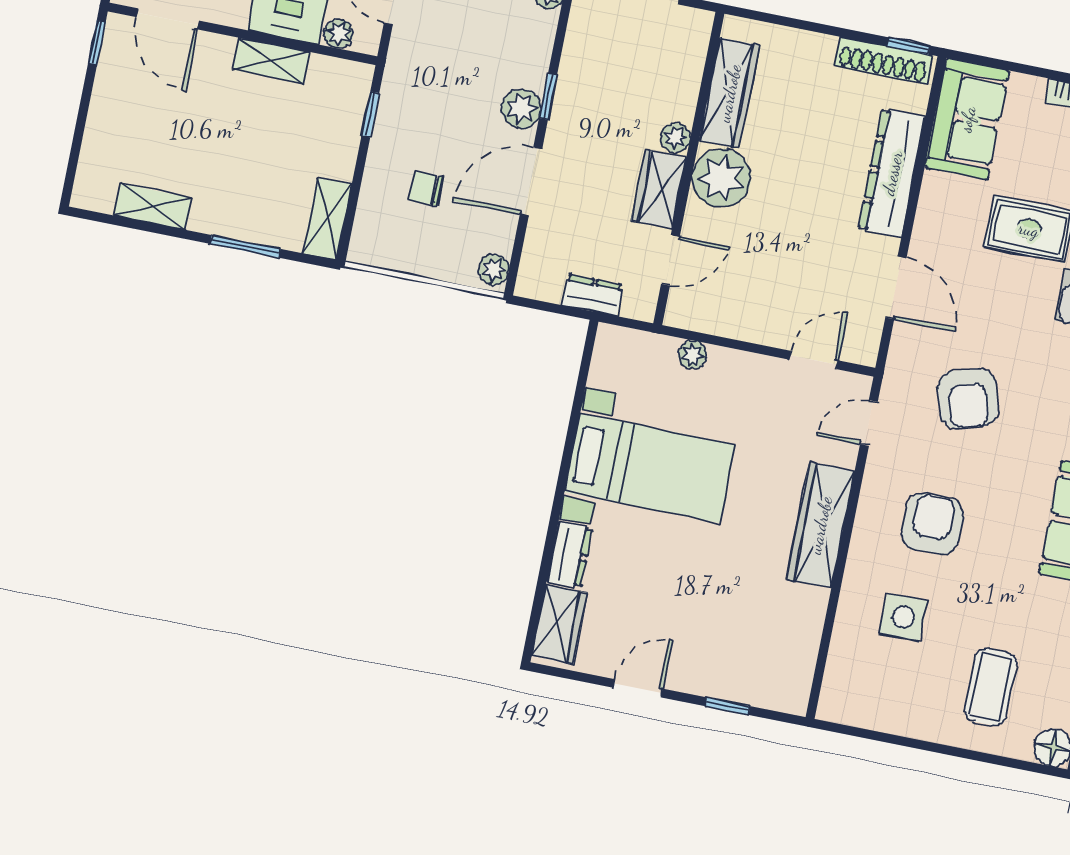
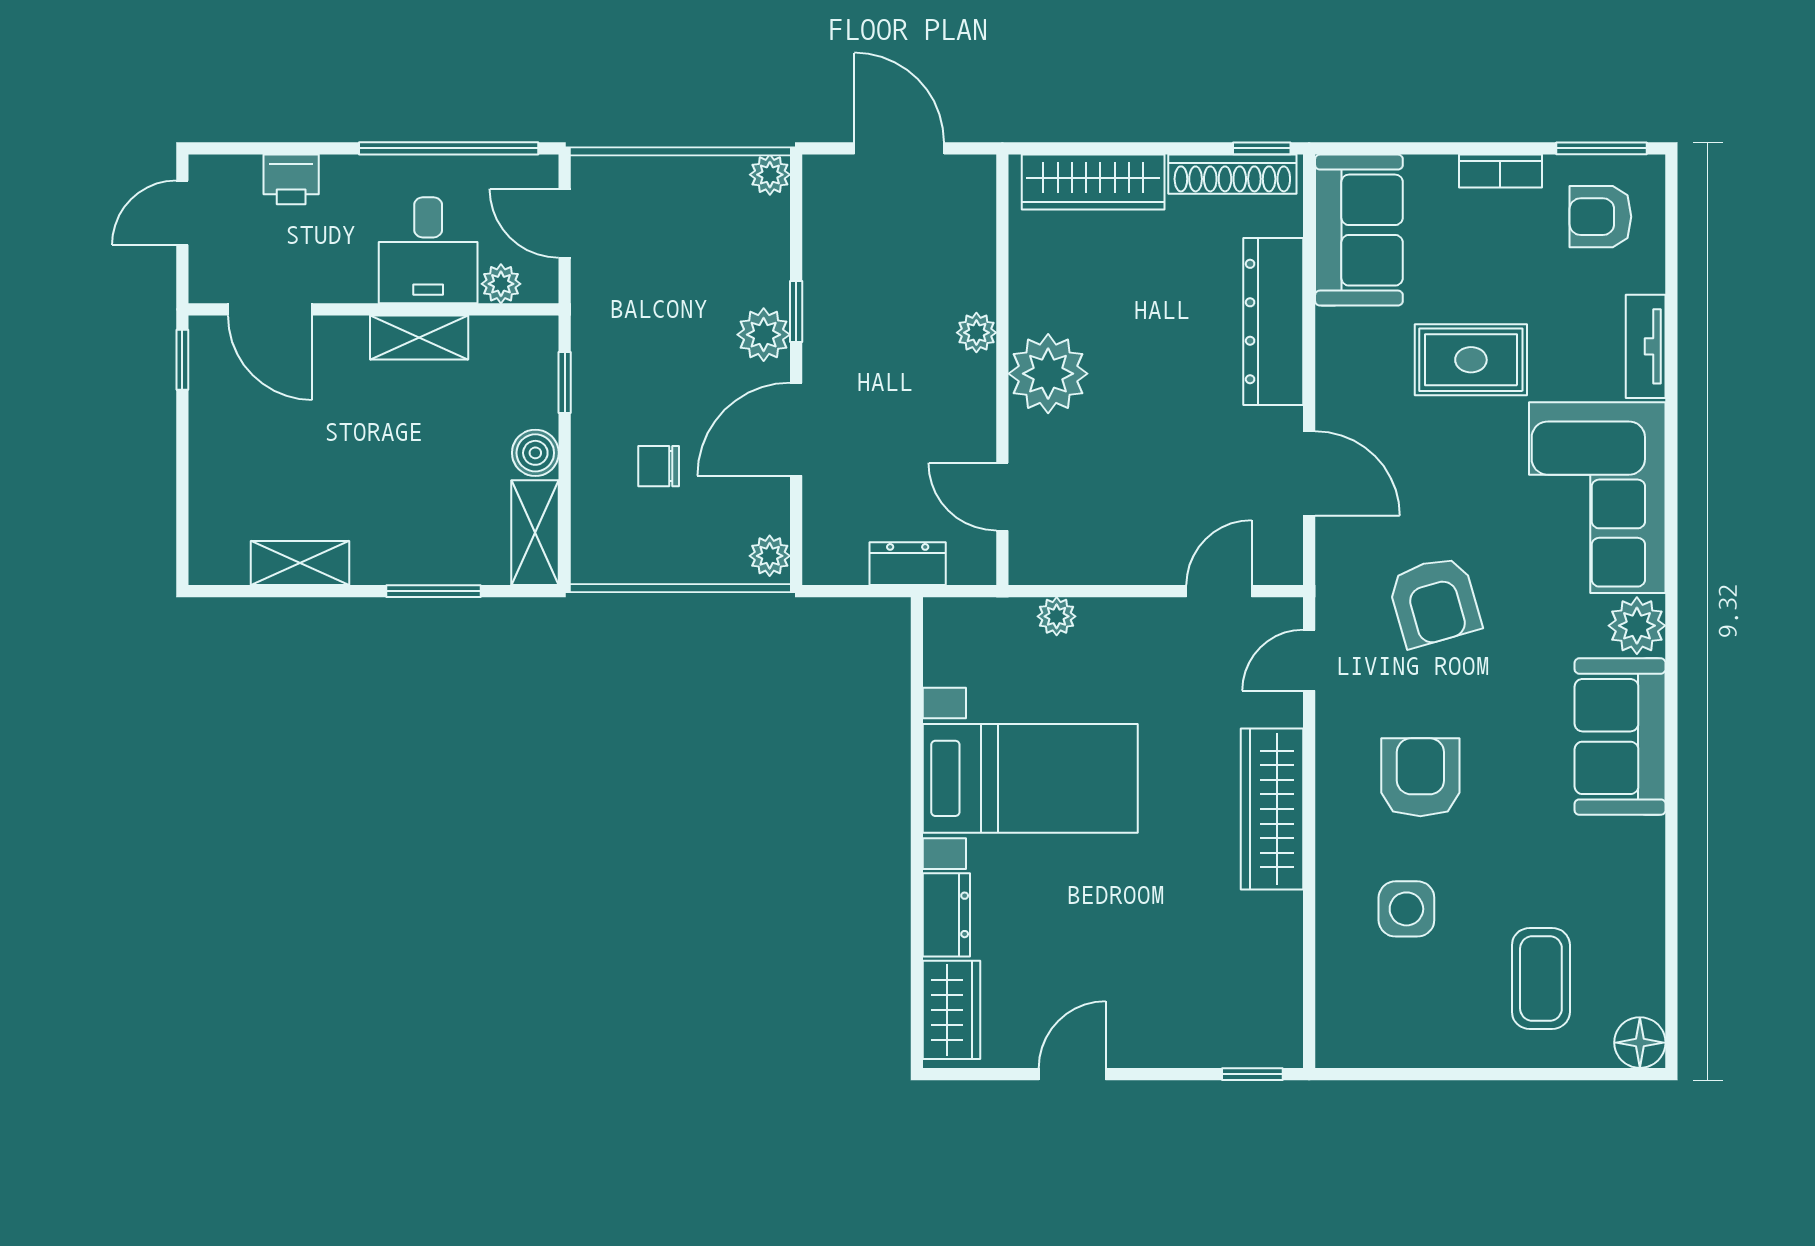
wardrobe: (729, 93) -> (1093, 182), moved, turned 90
boiler: (339, 161) -> (535, 453), added
wardrobe: (659, 189) -> (968, 405), removed
door: (670, 260) -> (1002, 497), swing flipped
window: (728, 706) -> (1252, 1074), moved

